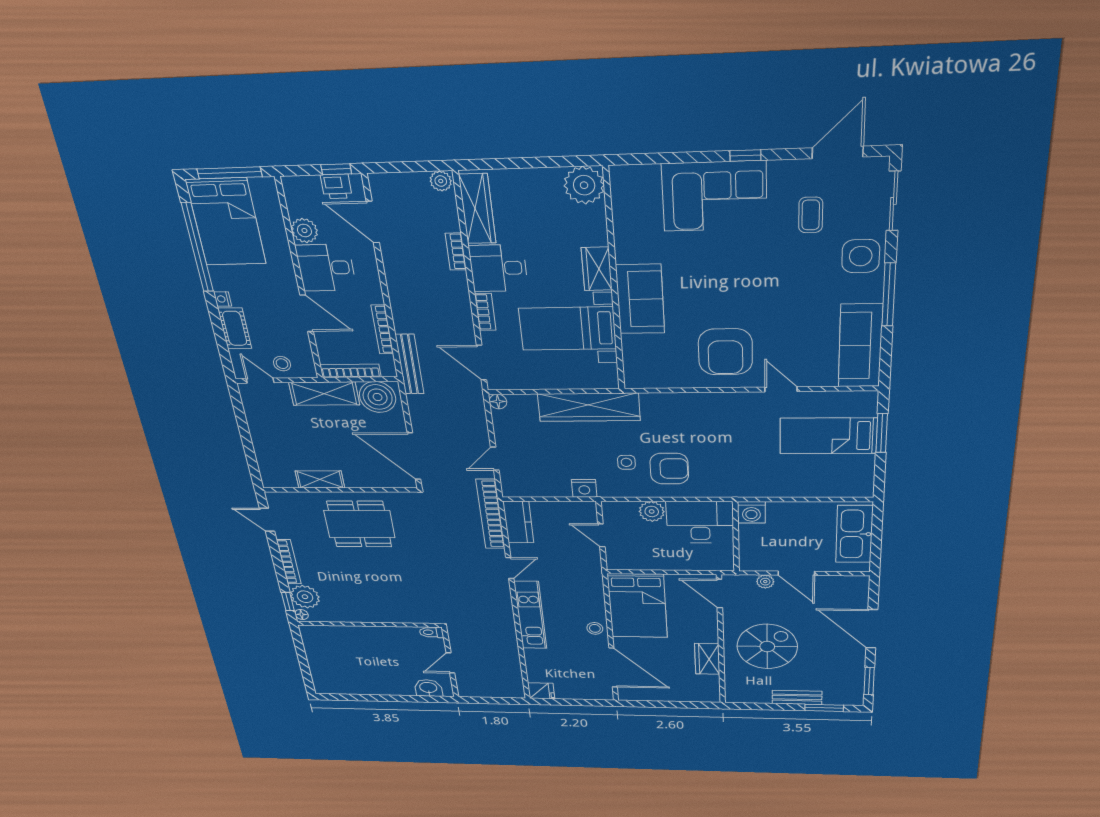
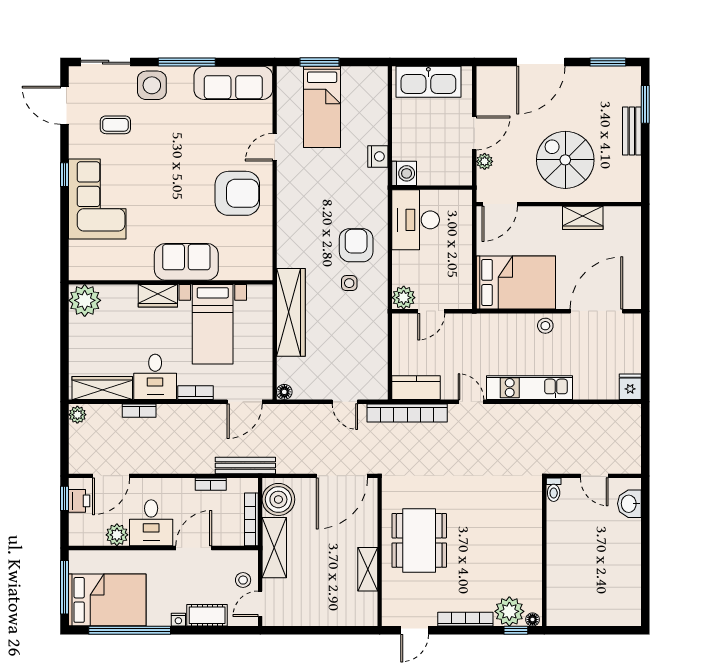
bookcase: (382, 330) -> (211, 484), width x0.64
nightstand: (584, 488) -> (378, 156), moved
plant: (652, 511) -> (404, 298), moved

